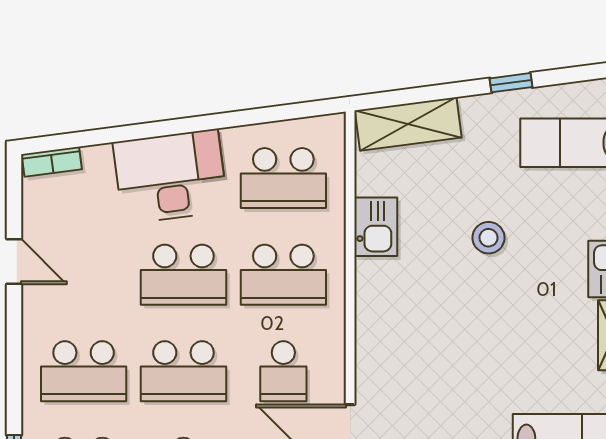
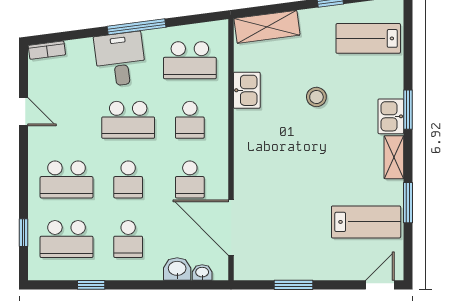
window: (197, 124) -> (136, 27), added
desk: (170, 176) -> (120, 59), width x0.73
school desk: (283, 275) -> (190, 120), width x0.54
school desk: (183, 371) -> (128, 179), width x0.54

